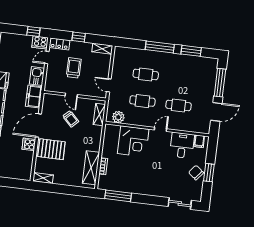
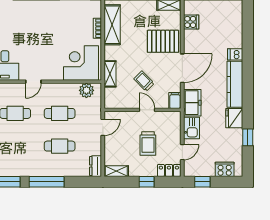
cooker: (40, 42) -> (225, 169), moved
dresser: (118, 55) -> (96, 166), added
door: (109, 85) -> (103, 127), hinge flipped
filing cabinet: (48, 100) -> (175, 101), added
shelving: (99, 114) -> (110, 74), moved
corner desk: (133, 141) -> (81, 63), moved
cooker: (29, 144) -> (191, 22), moved

